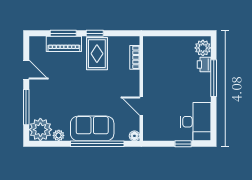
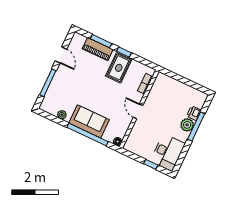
plant: (203, 48) -> (187, 125), moved
door: (141, 106) -> (138, 111), moved
plant: (40, 130) -> (51, 104), removed

